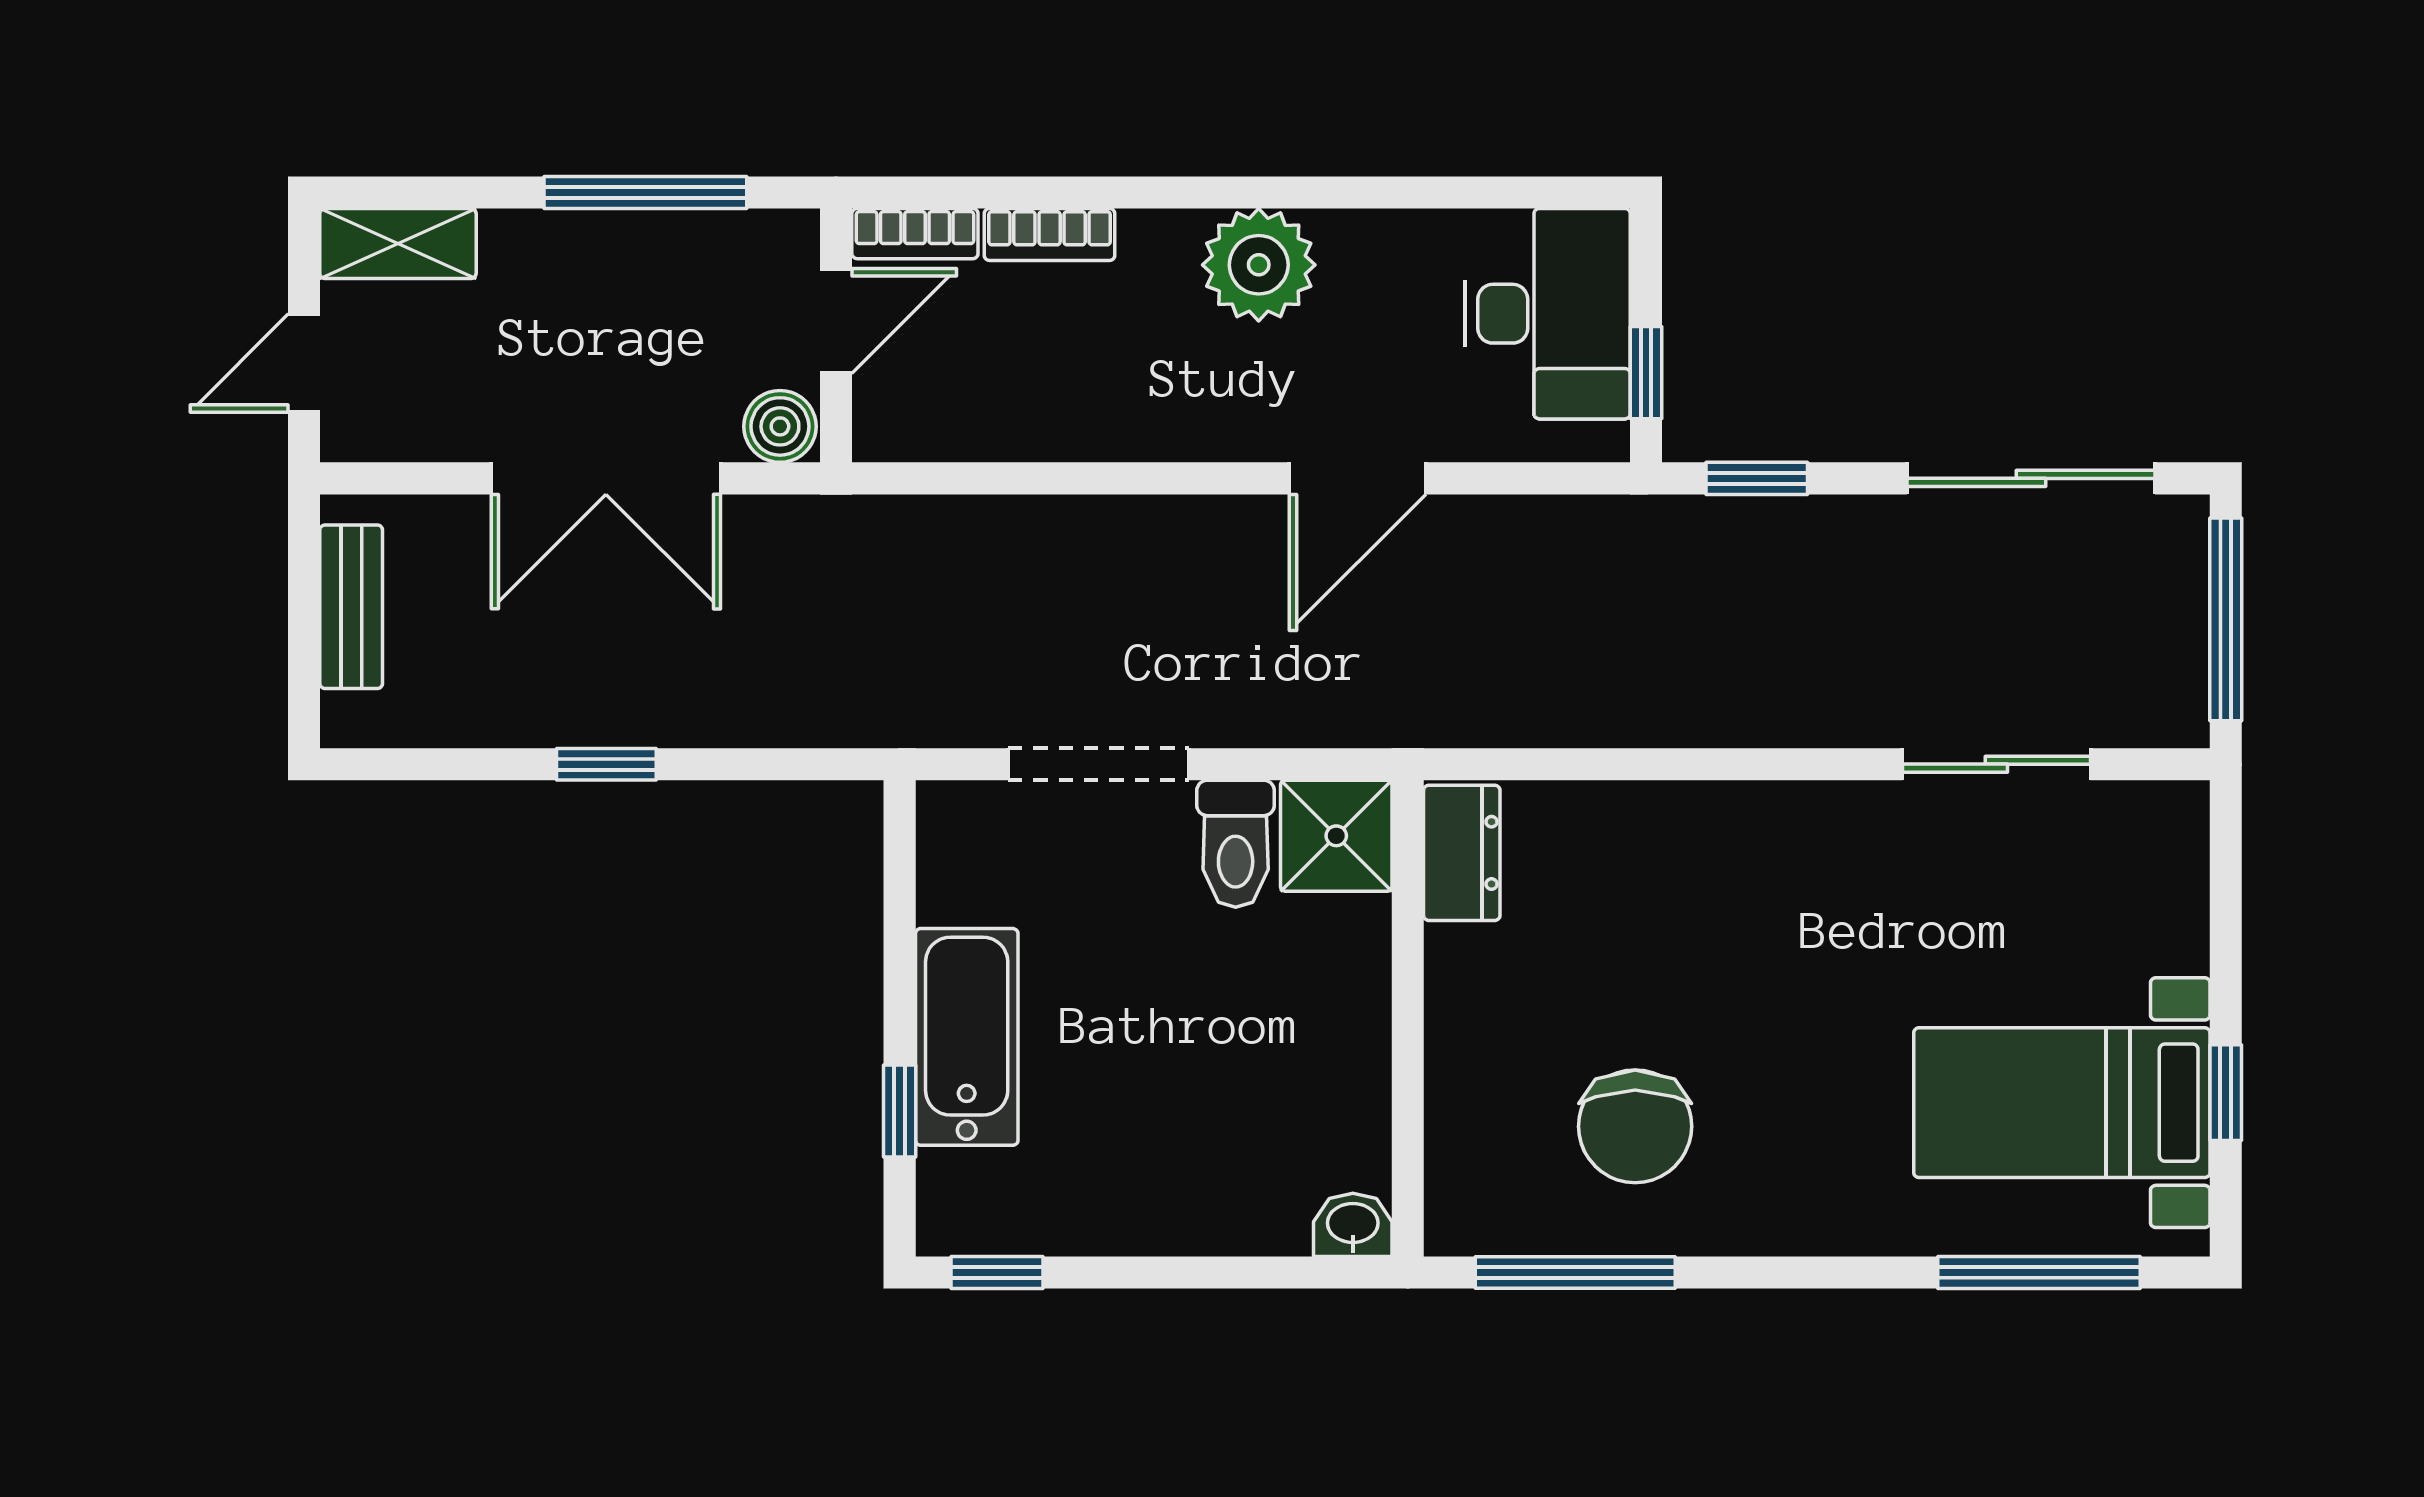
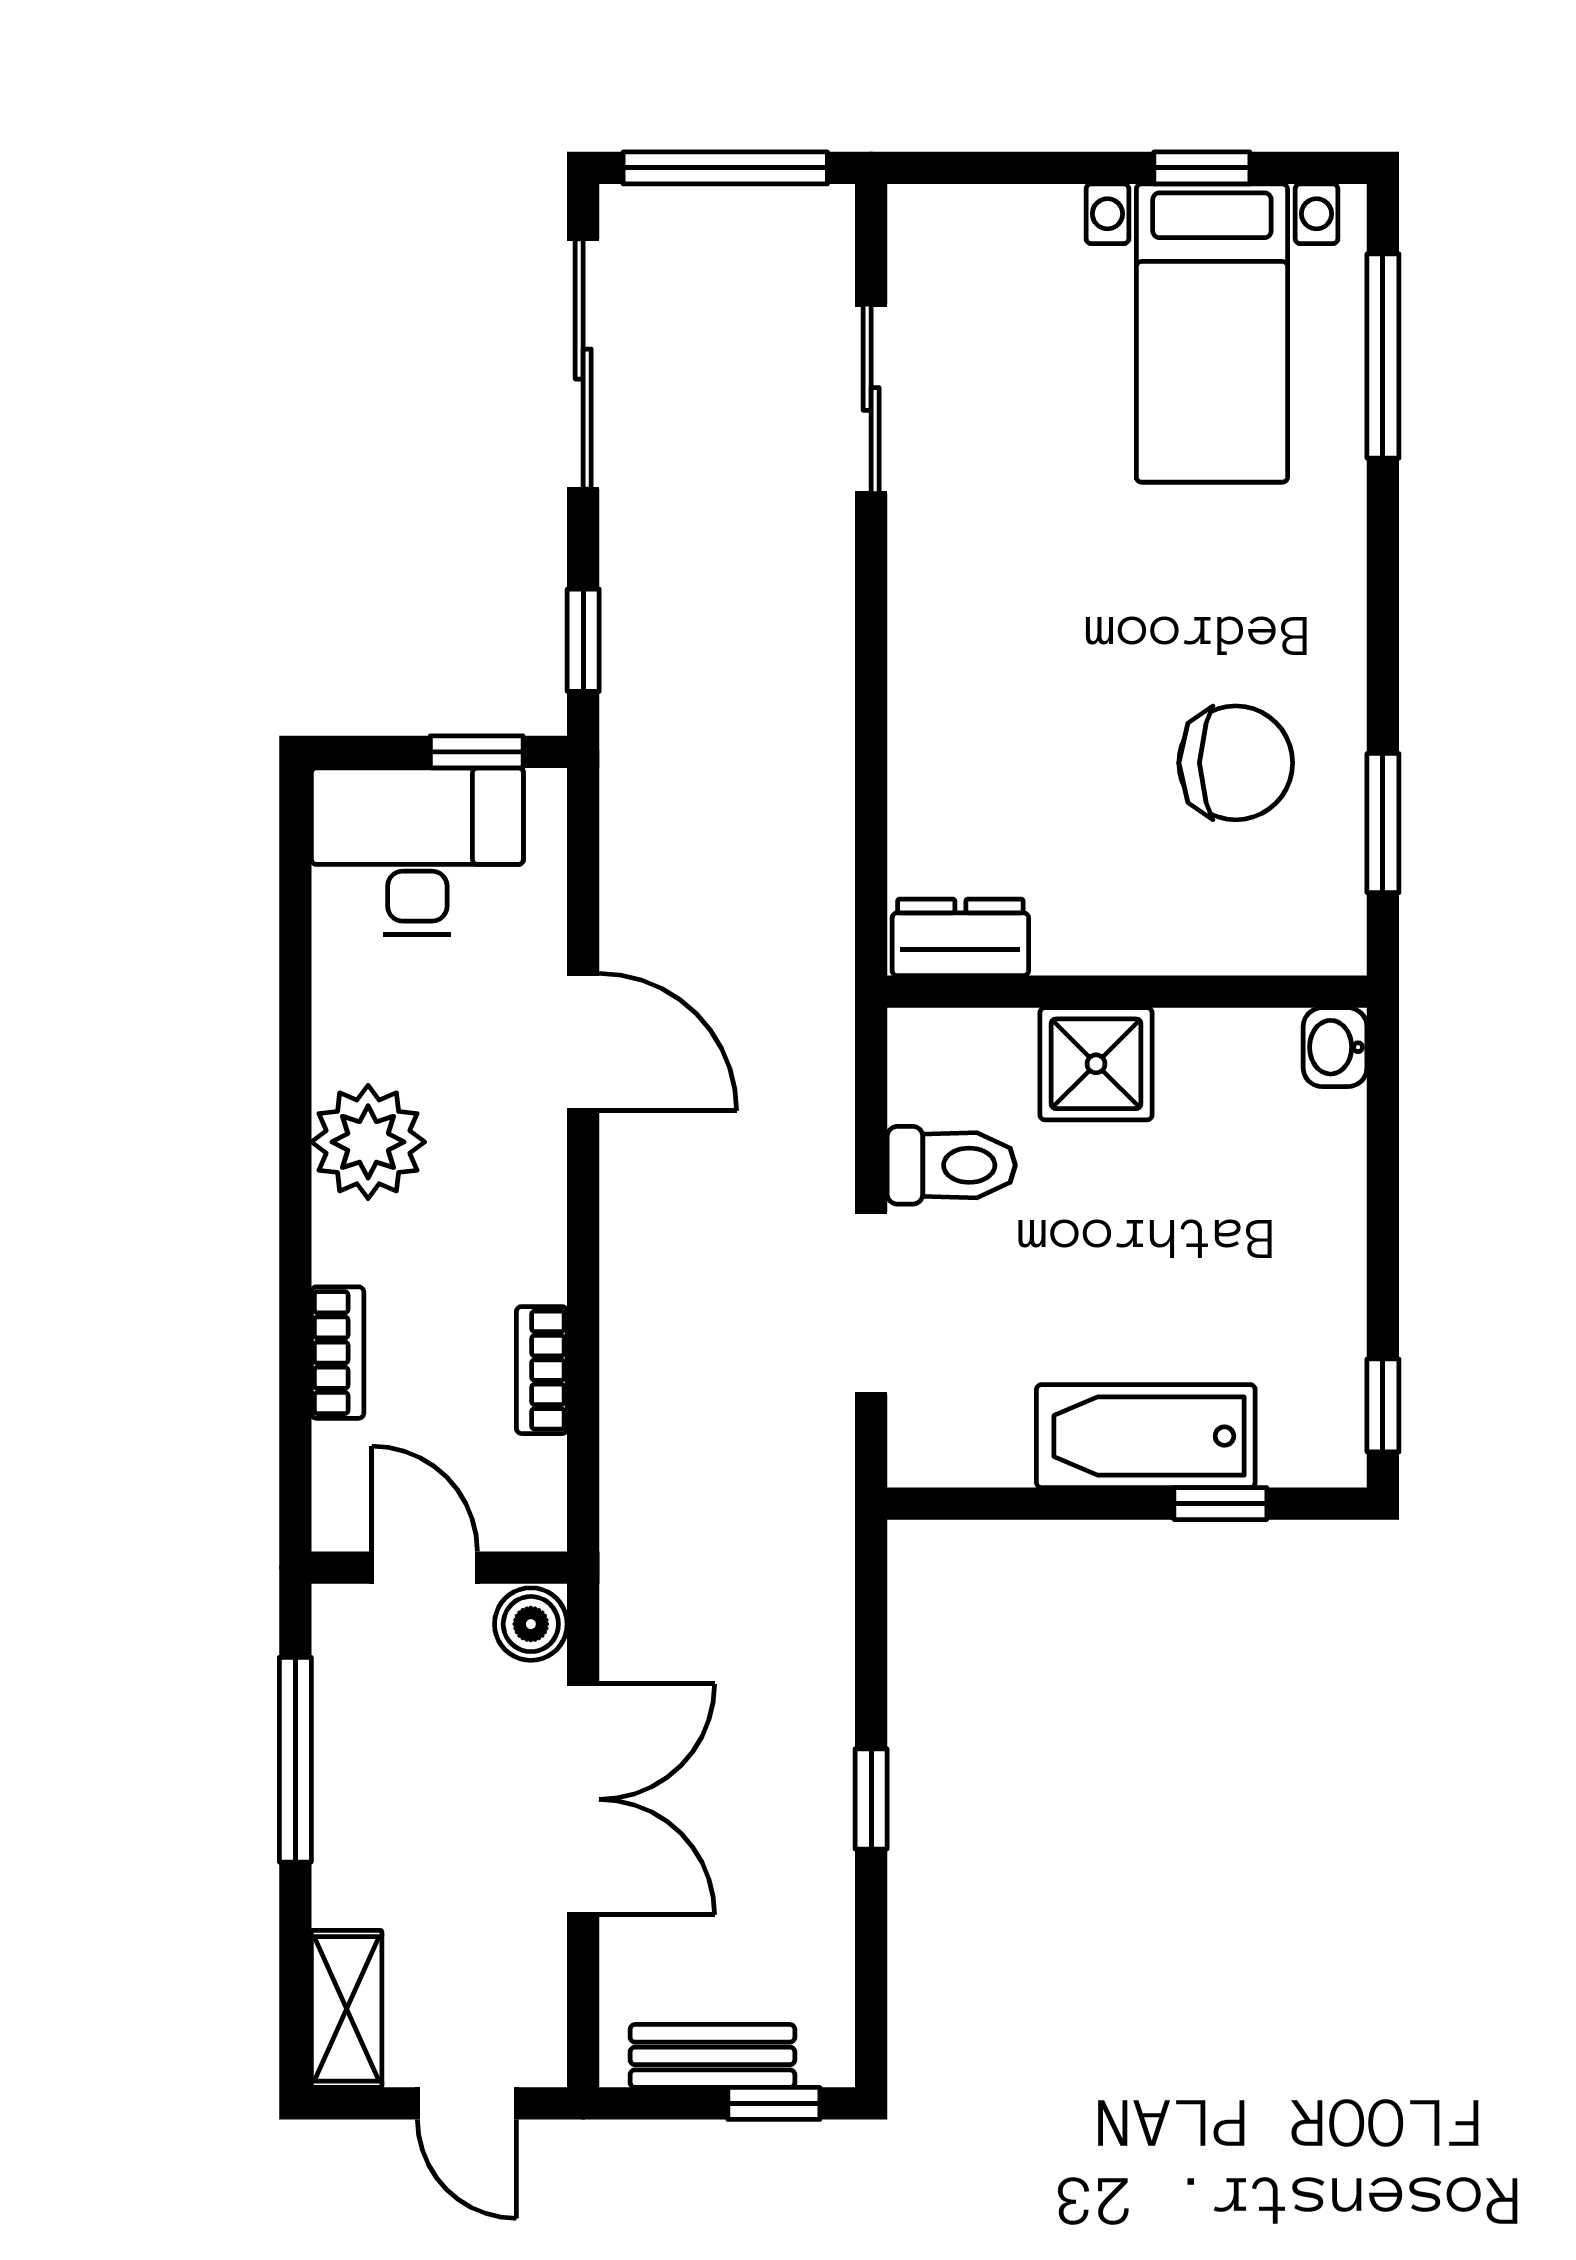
bookcase: (915, 234) -> (542, 1370), moved, turned 180
window: (304, 668) -> (774, 2103), added
shower: (1336, 836) -> (1096, 1064), moved
window: (1575, 1272) -> (1383, 823), width x0.69

